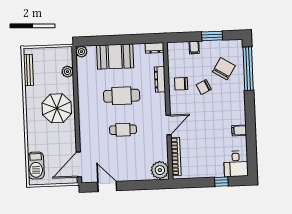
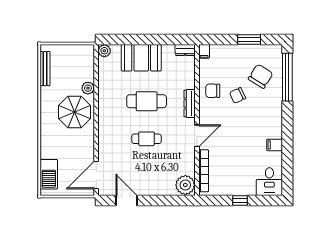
filing cabinet: (194, 47) -> (204, 51), moved
plant: (67, 72) -> (88, 88), moved
dresser: (160, 79) -> (190, 103), moved
window: (221, 182) -> (240, 201), moved

